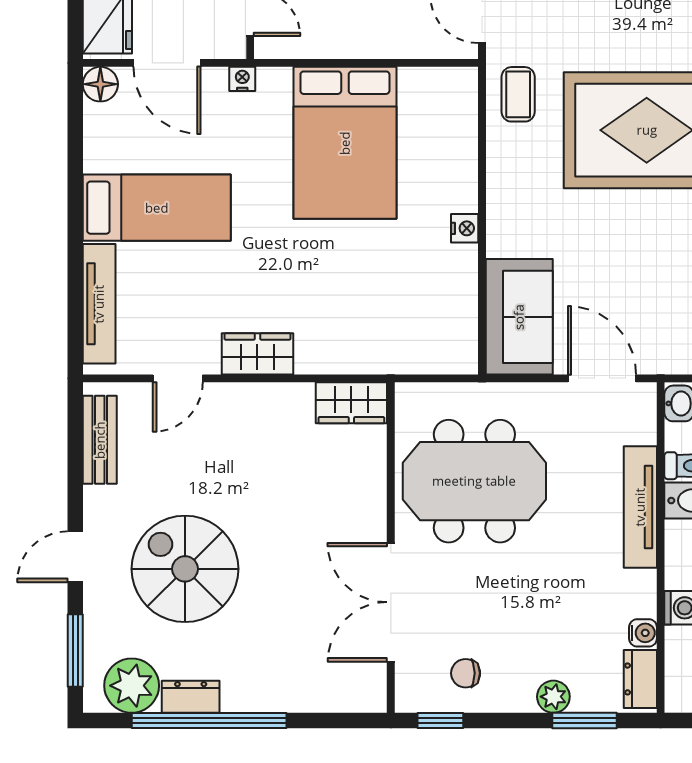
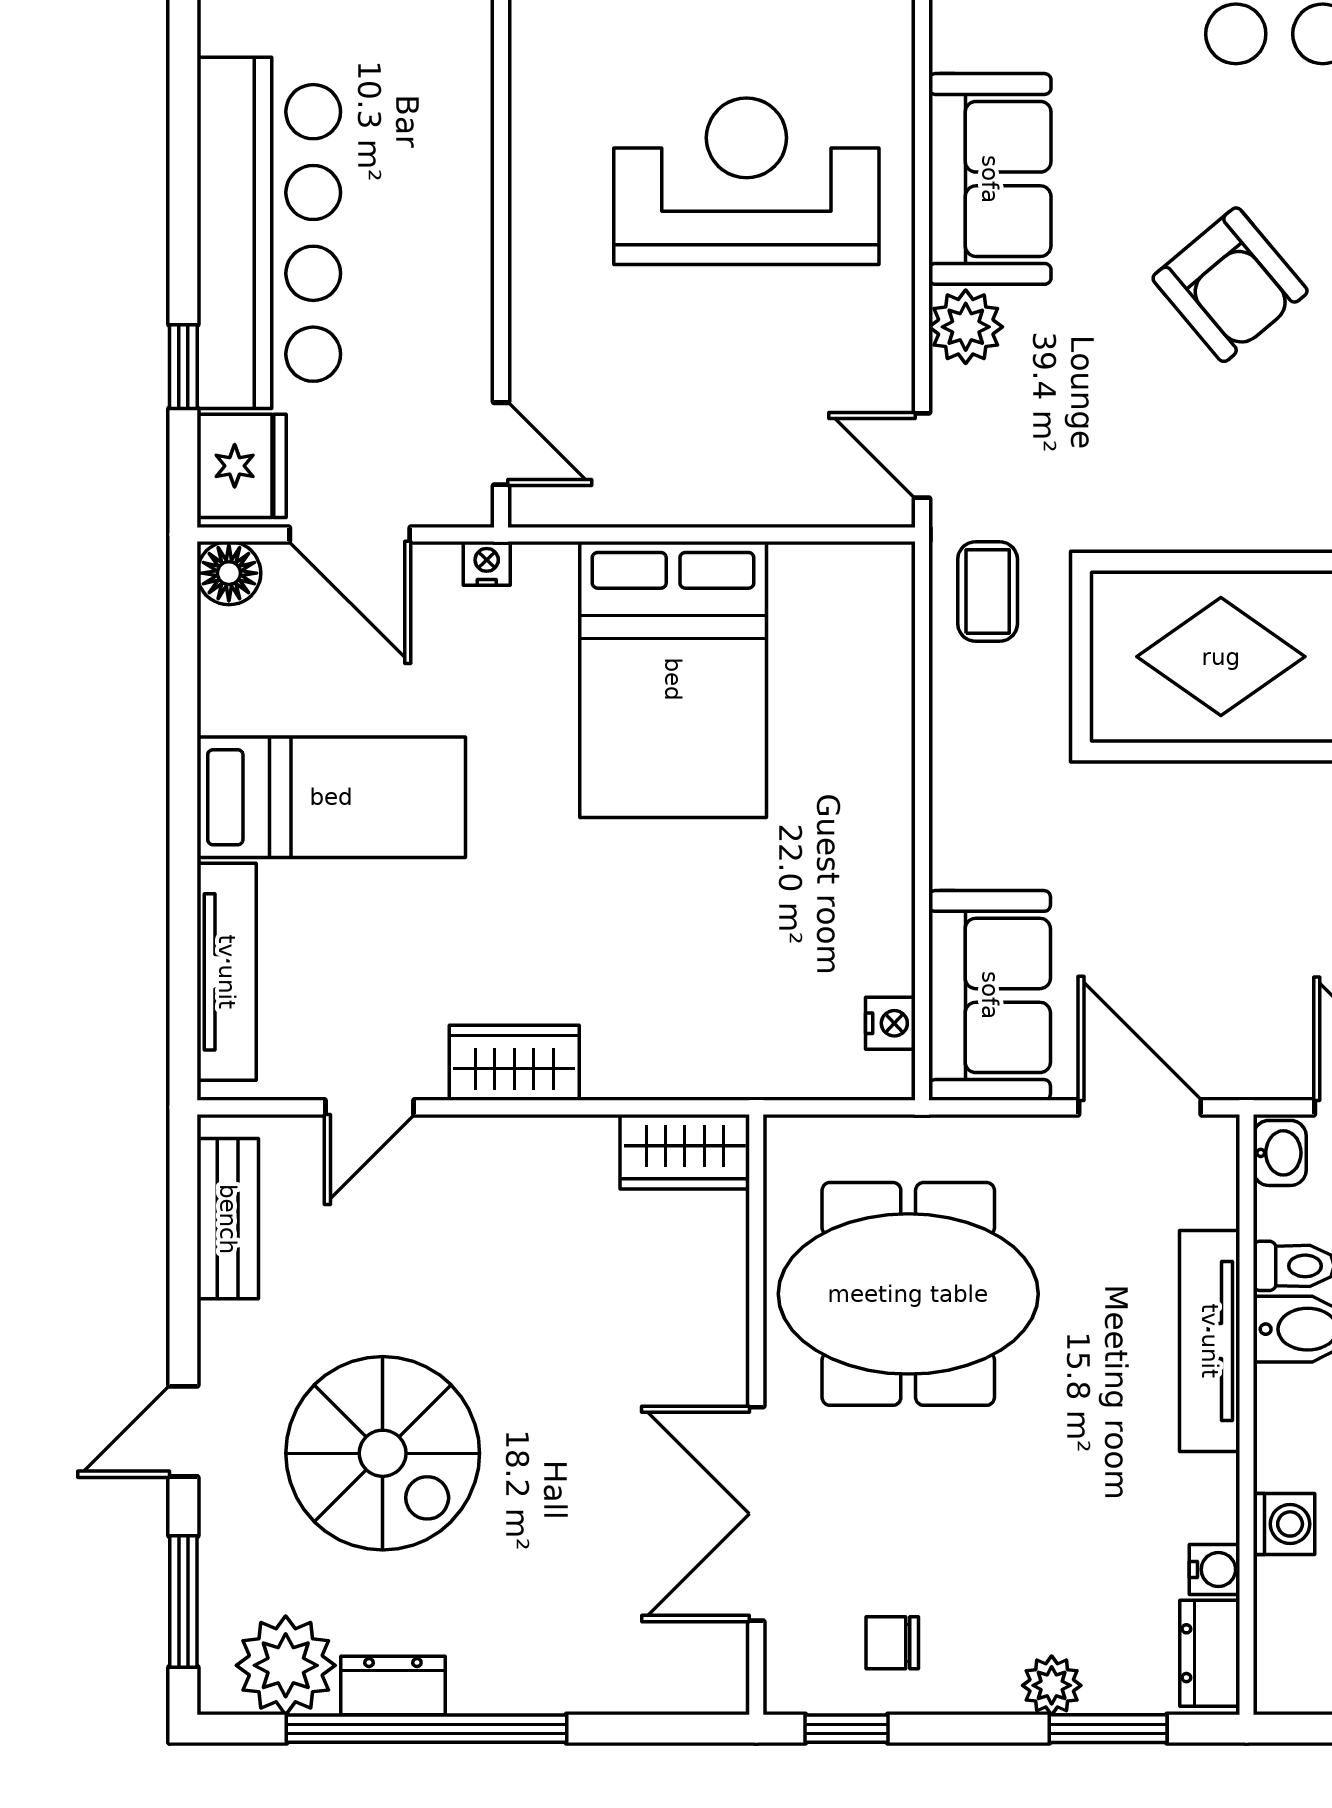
nightstand: (465, 228) -> (890, 1023), moved
spiral stairs: (185, 569) -> (383, 1453), turned 180

